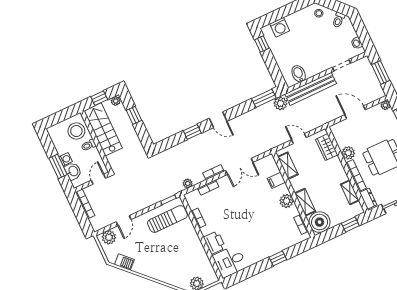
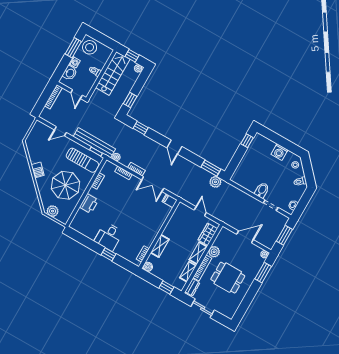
washing machine: (280, 27) -> (279, 152), moved
bidet: (299, 74) -> (262, 190), moved
bench: (311, 89) -> (94, 143), moved
door: (355, 112) -> (245, 237), hinge flipped
window: (134, 115) -> (130, 100), moved
stool: (76, 131) -> (90, 47), moved
window: (192, 132) -> (141, 128), moved
window: (58, 166) -> (73, 48), moved
shelving: (288, 166) -> (198, 253), moved
door: (98, 179) -> (77, 94), swing flipped
filing cabinet: (276, 180) -> (170, 201), moved
plant: (286, 201) -> (152, 233), removed
boiler: (320, 222) -> (148, 267), width x0.54, depth x0.54
plant: (109, 237) -> (42, 129), removed
parasol: (180, 253) -> (65, 185), added
desk: (230, 261) -> (109, 236), moved, turned -90
barbecue: (124, 262) -> (38, 170), moved

